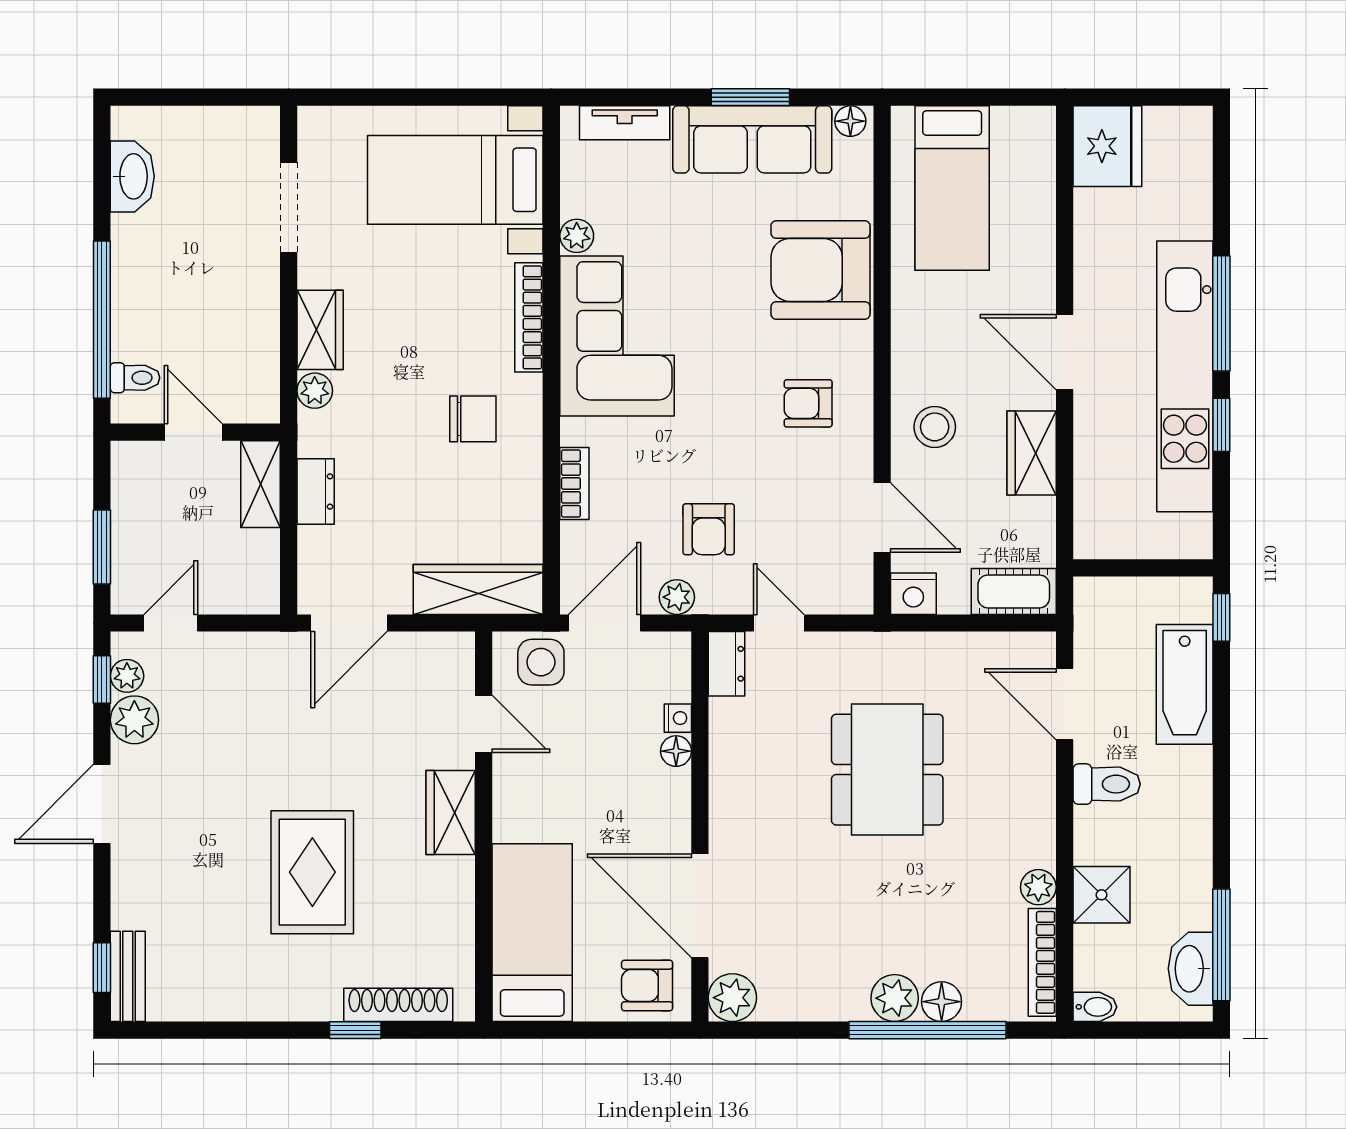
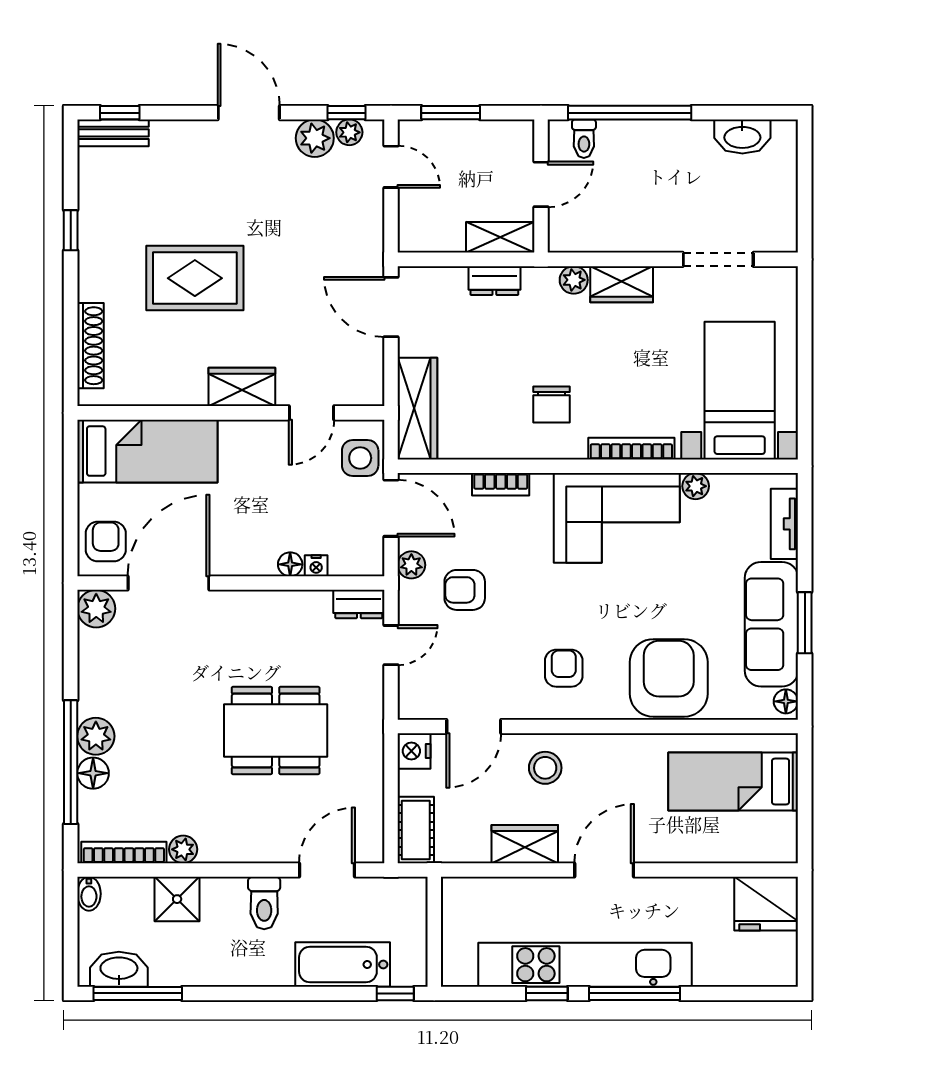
window: (355, 1030) -> (71, 230), moved

